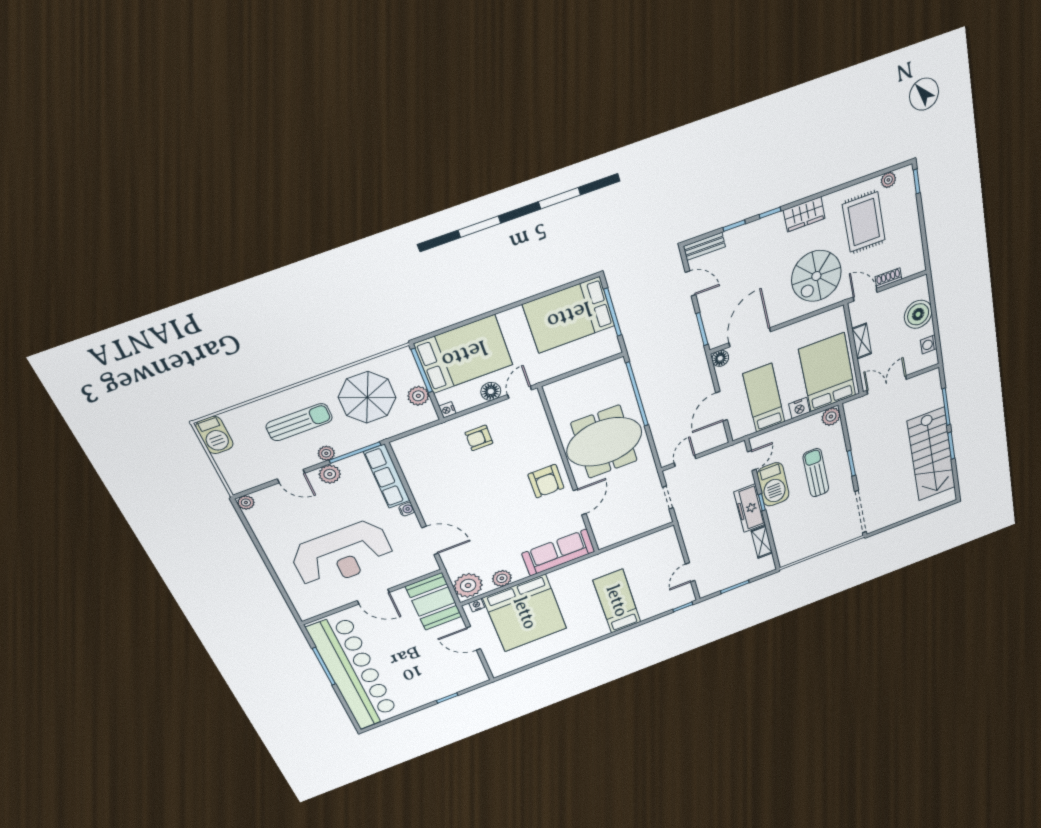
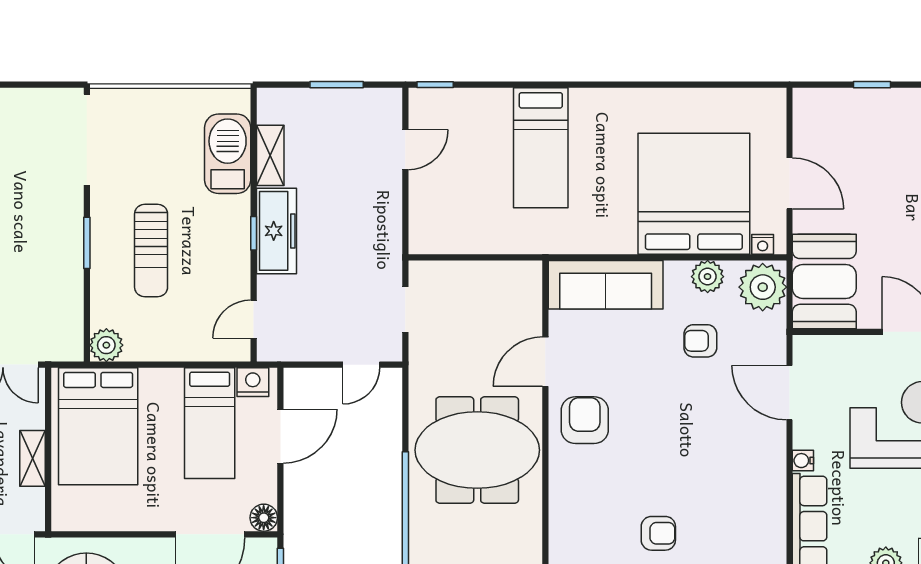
nightstand: (799, 408) -> (253, 382), moved
barbecue: (773, 484) -> (228, 154), moved
armchair: (493, 546) -> (700, 341), added

